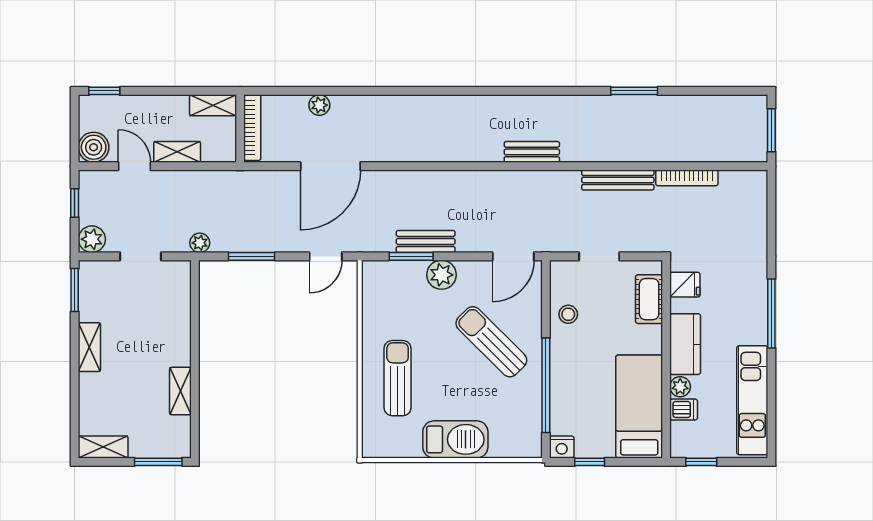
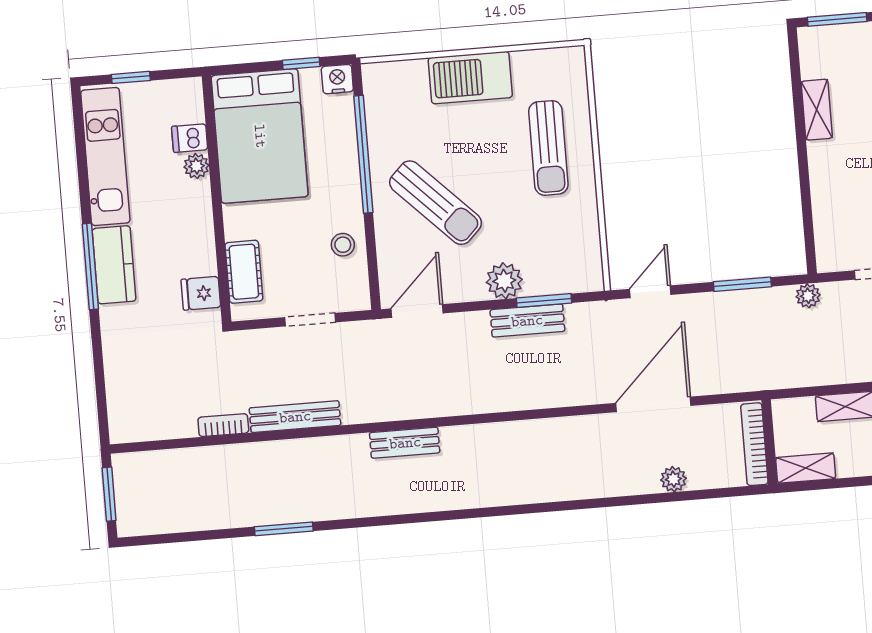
bookcase: (687, 178) -> (223, 425), width x0.64
kitchen counter: (685, 344) -> (114, 265), moved, turned 180
bed: (639, 407) -> (260, 136), width x1.50
window: (701, 462) -> (131, 77), moved

